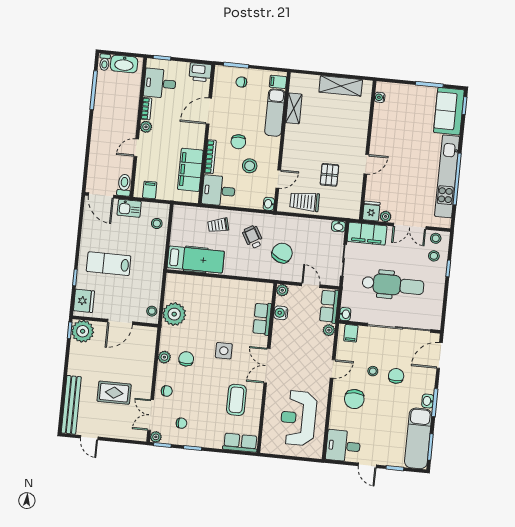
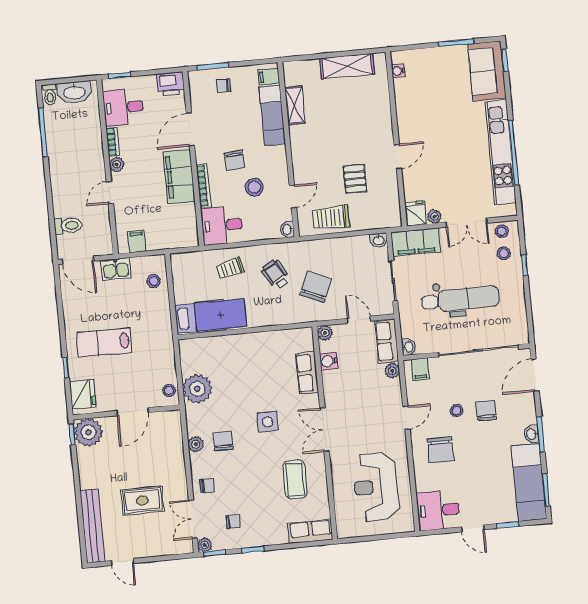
filing cabinet: (190, 170) -> (179, 177), moved
toilet: (124, 185) -> (68, 226), moved, turned 90

